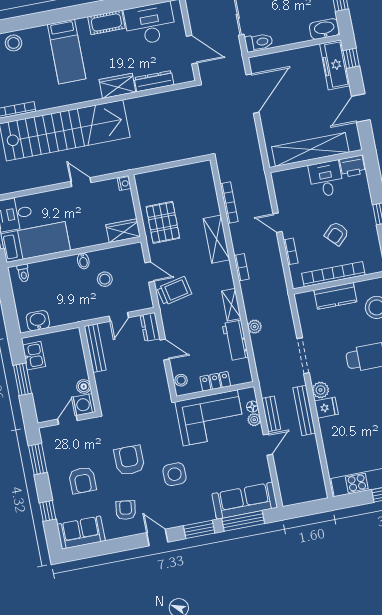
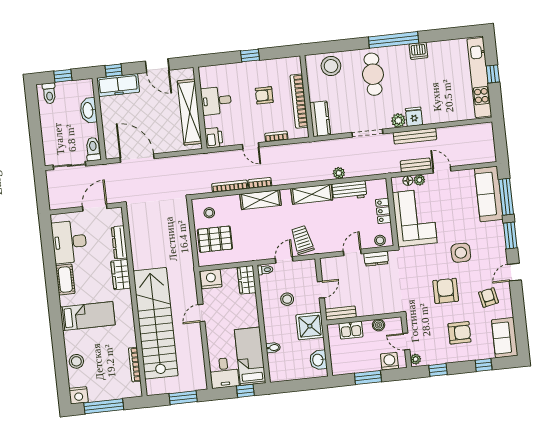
washbasin: (324, 29) -> (88, 110), moved
printer: (352, 166) -> (214, 138), moved
stool: (197, 182) -> (209, 213), added
nightstand: (124, 184) -> (211, 279), width x1.89, depth x1.79
pallet: (163, 222) -> (215, 239), moved
door: (277, 223) -> (251, 146), hinge flipped
armchair: (337, 234) -> (264, 95), turned 134
bidet: (83, 261) -> (273, 348), moved
bookcase: (242, 267) -> (260, 183), moved
toilet: (23, 273) -> (265, 270), moved
kitchen counter: (335, 296) -> (320, 119), moved
shelving: (231, 305) -> (312, 194), width x1.50, depth x1.33
shower: (76, 308) -> (310, 326), added
door: (119, 317) -> (321, 290), hinge flipped
dresser: (150, 327) -> (376, 259), moved
bench: (95, 348) -> (341, 313), width x0.73
kitchen sink: (34, 356) -> (351, 330), moved, turned 180
washing machine: (85, 404) -> (389, 361), moved, turned 180
plant: (48, 432) -> (416, 359), added
window: (38, 459) -> (438, 370), width x0.67
armchair: (129, 460) -> (446, 291), turned 90
armchair: (126, 510) -> (488, 297), turned 70

